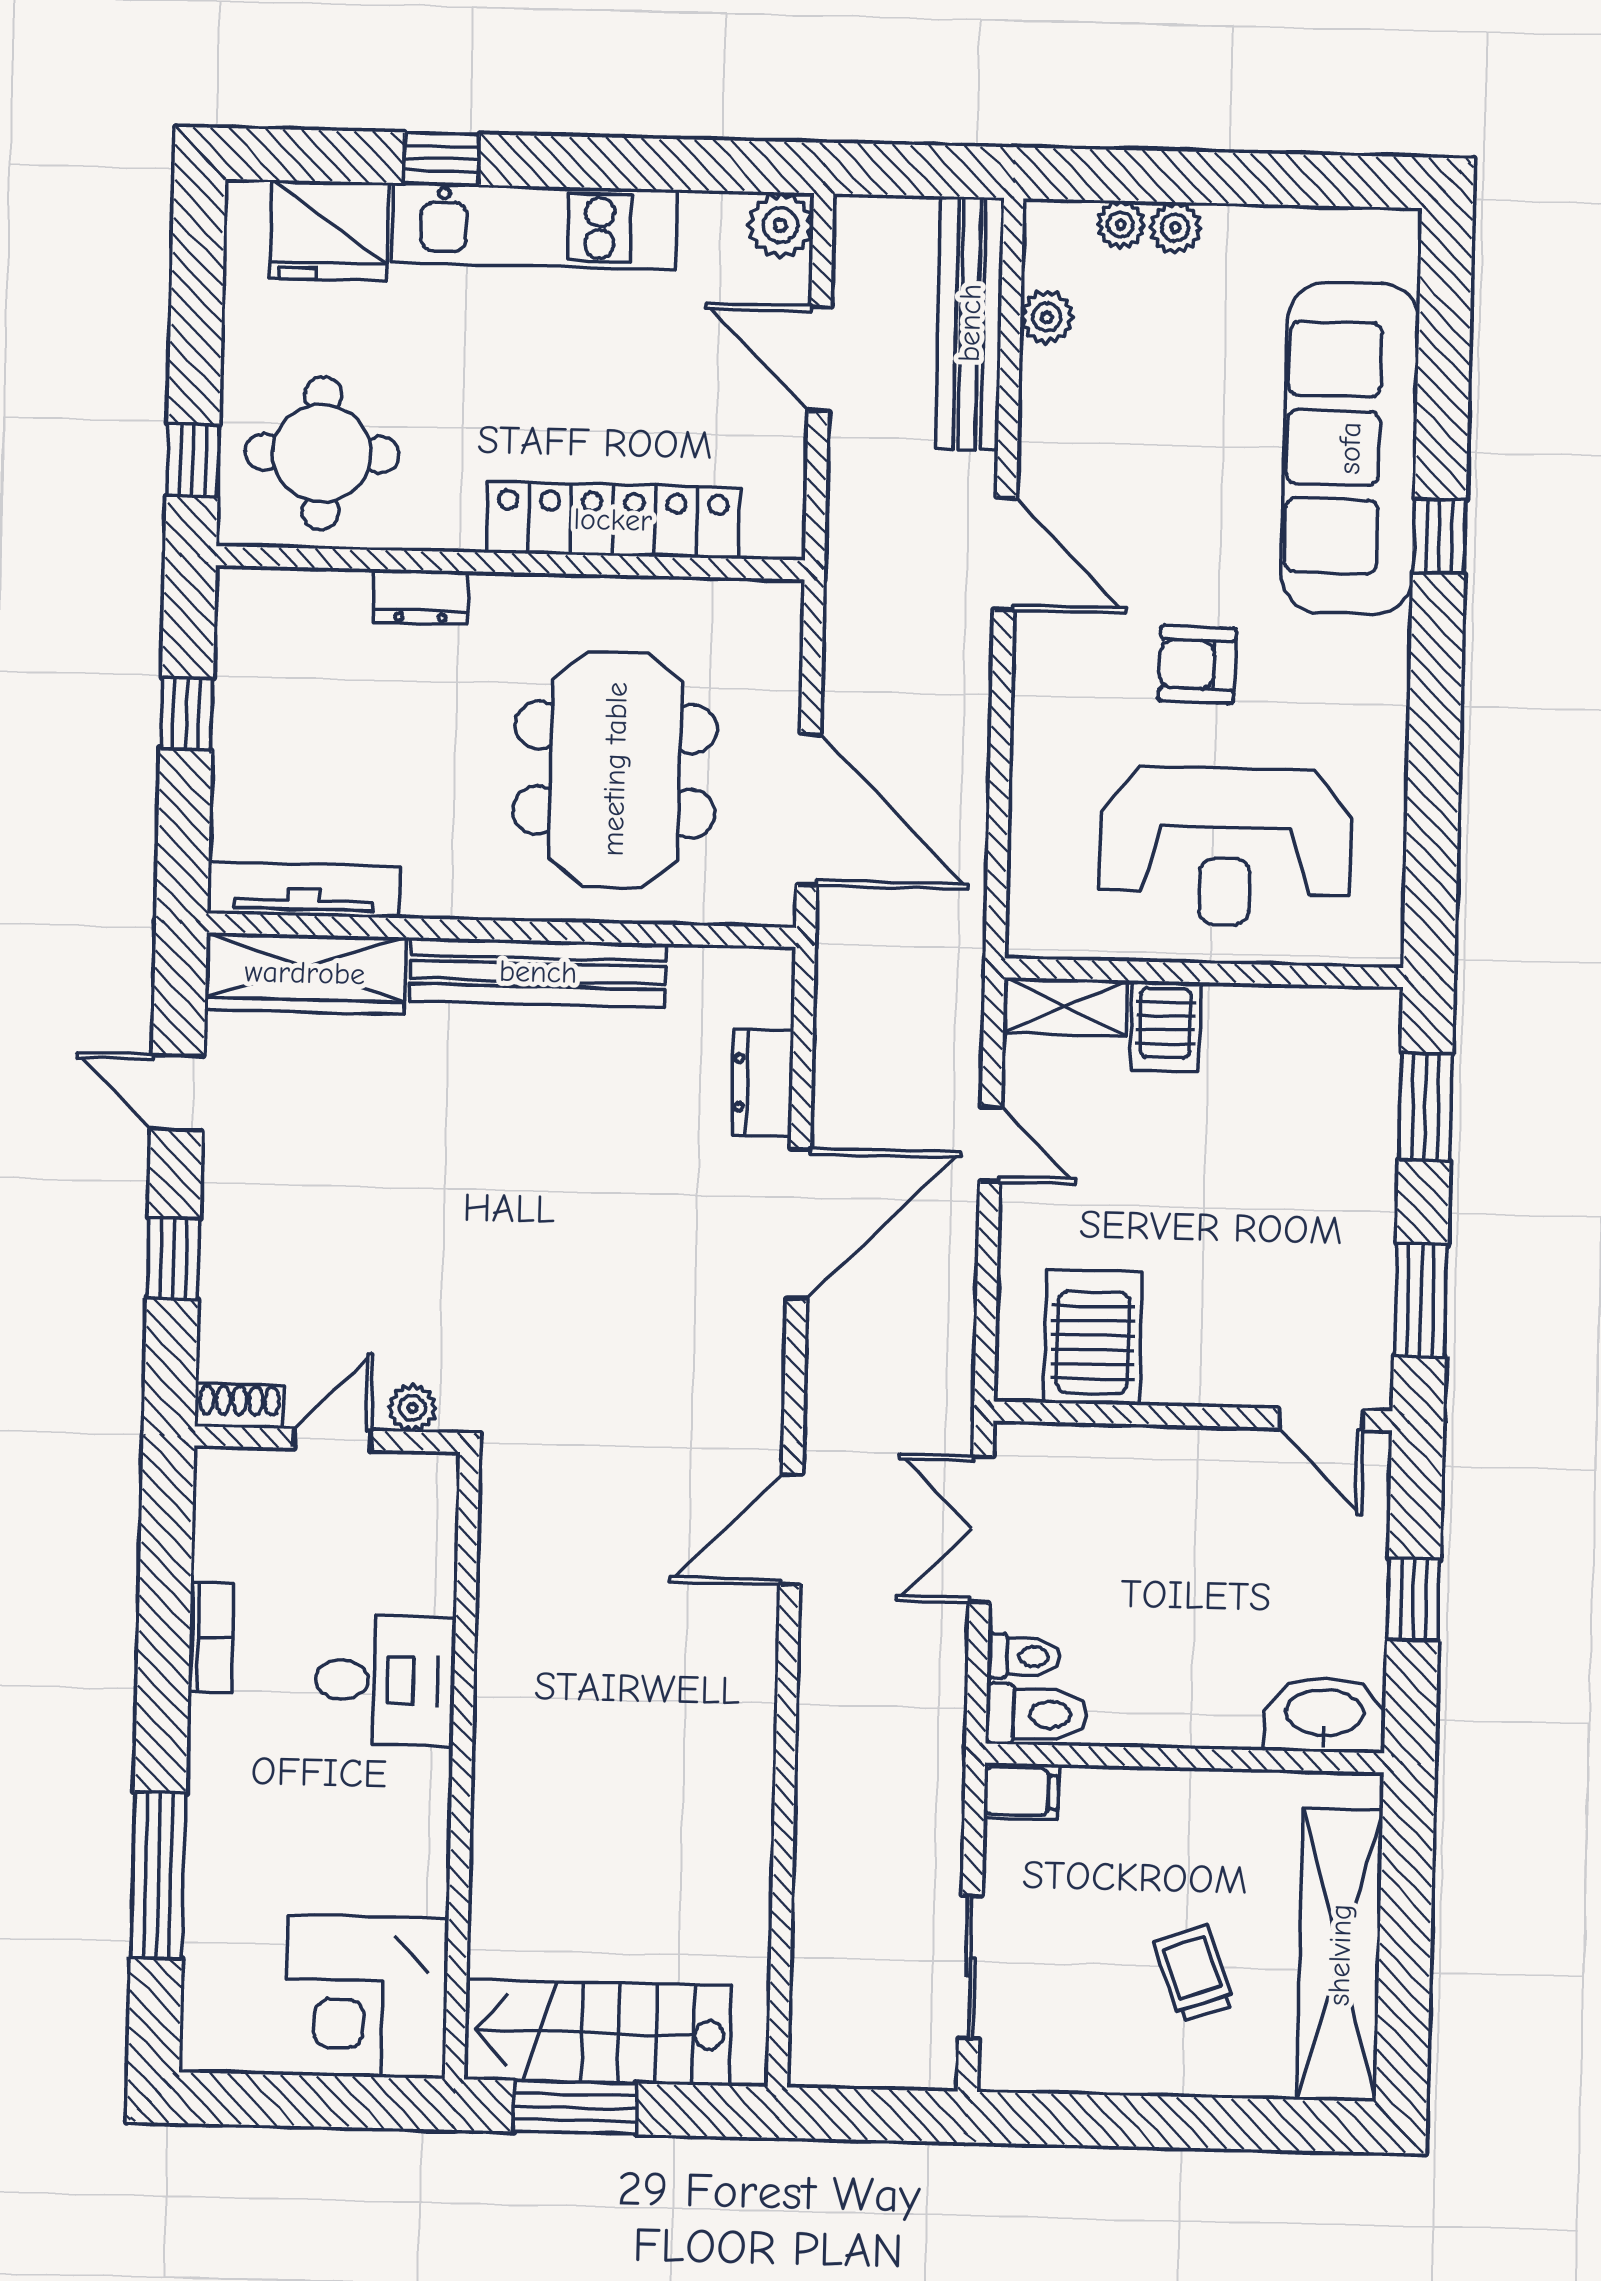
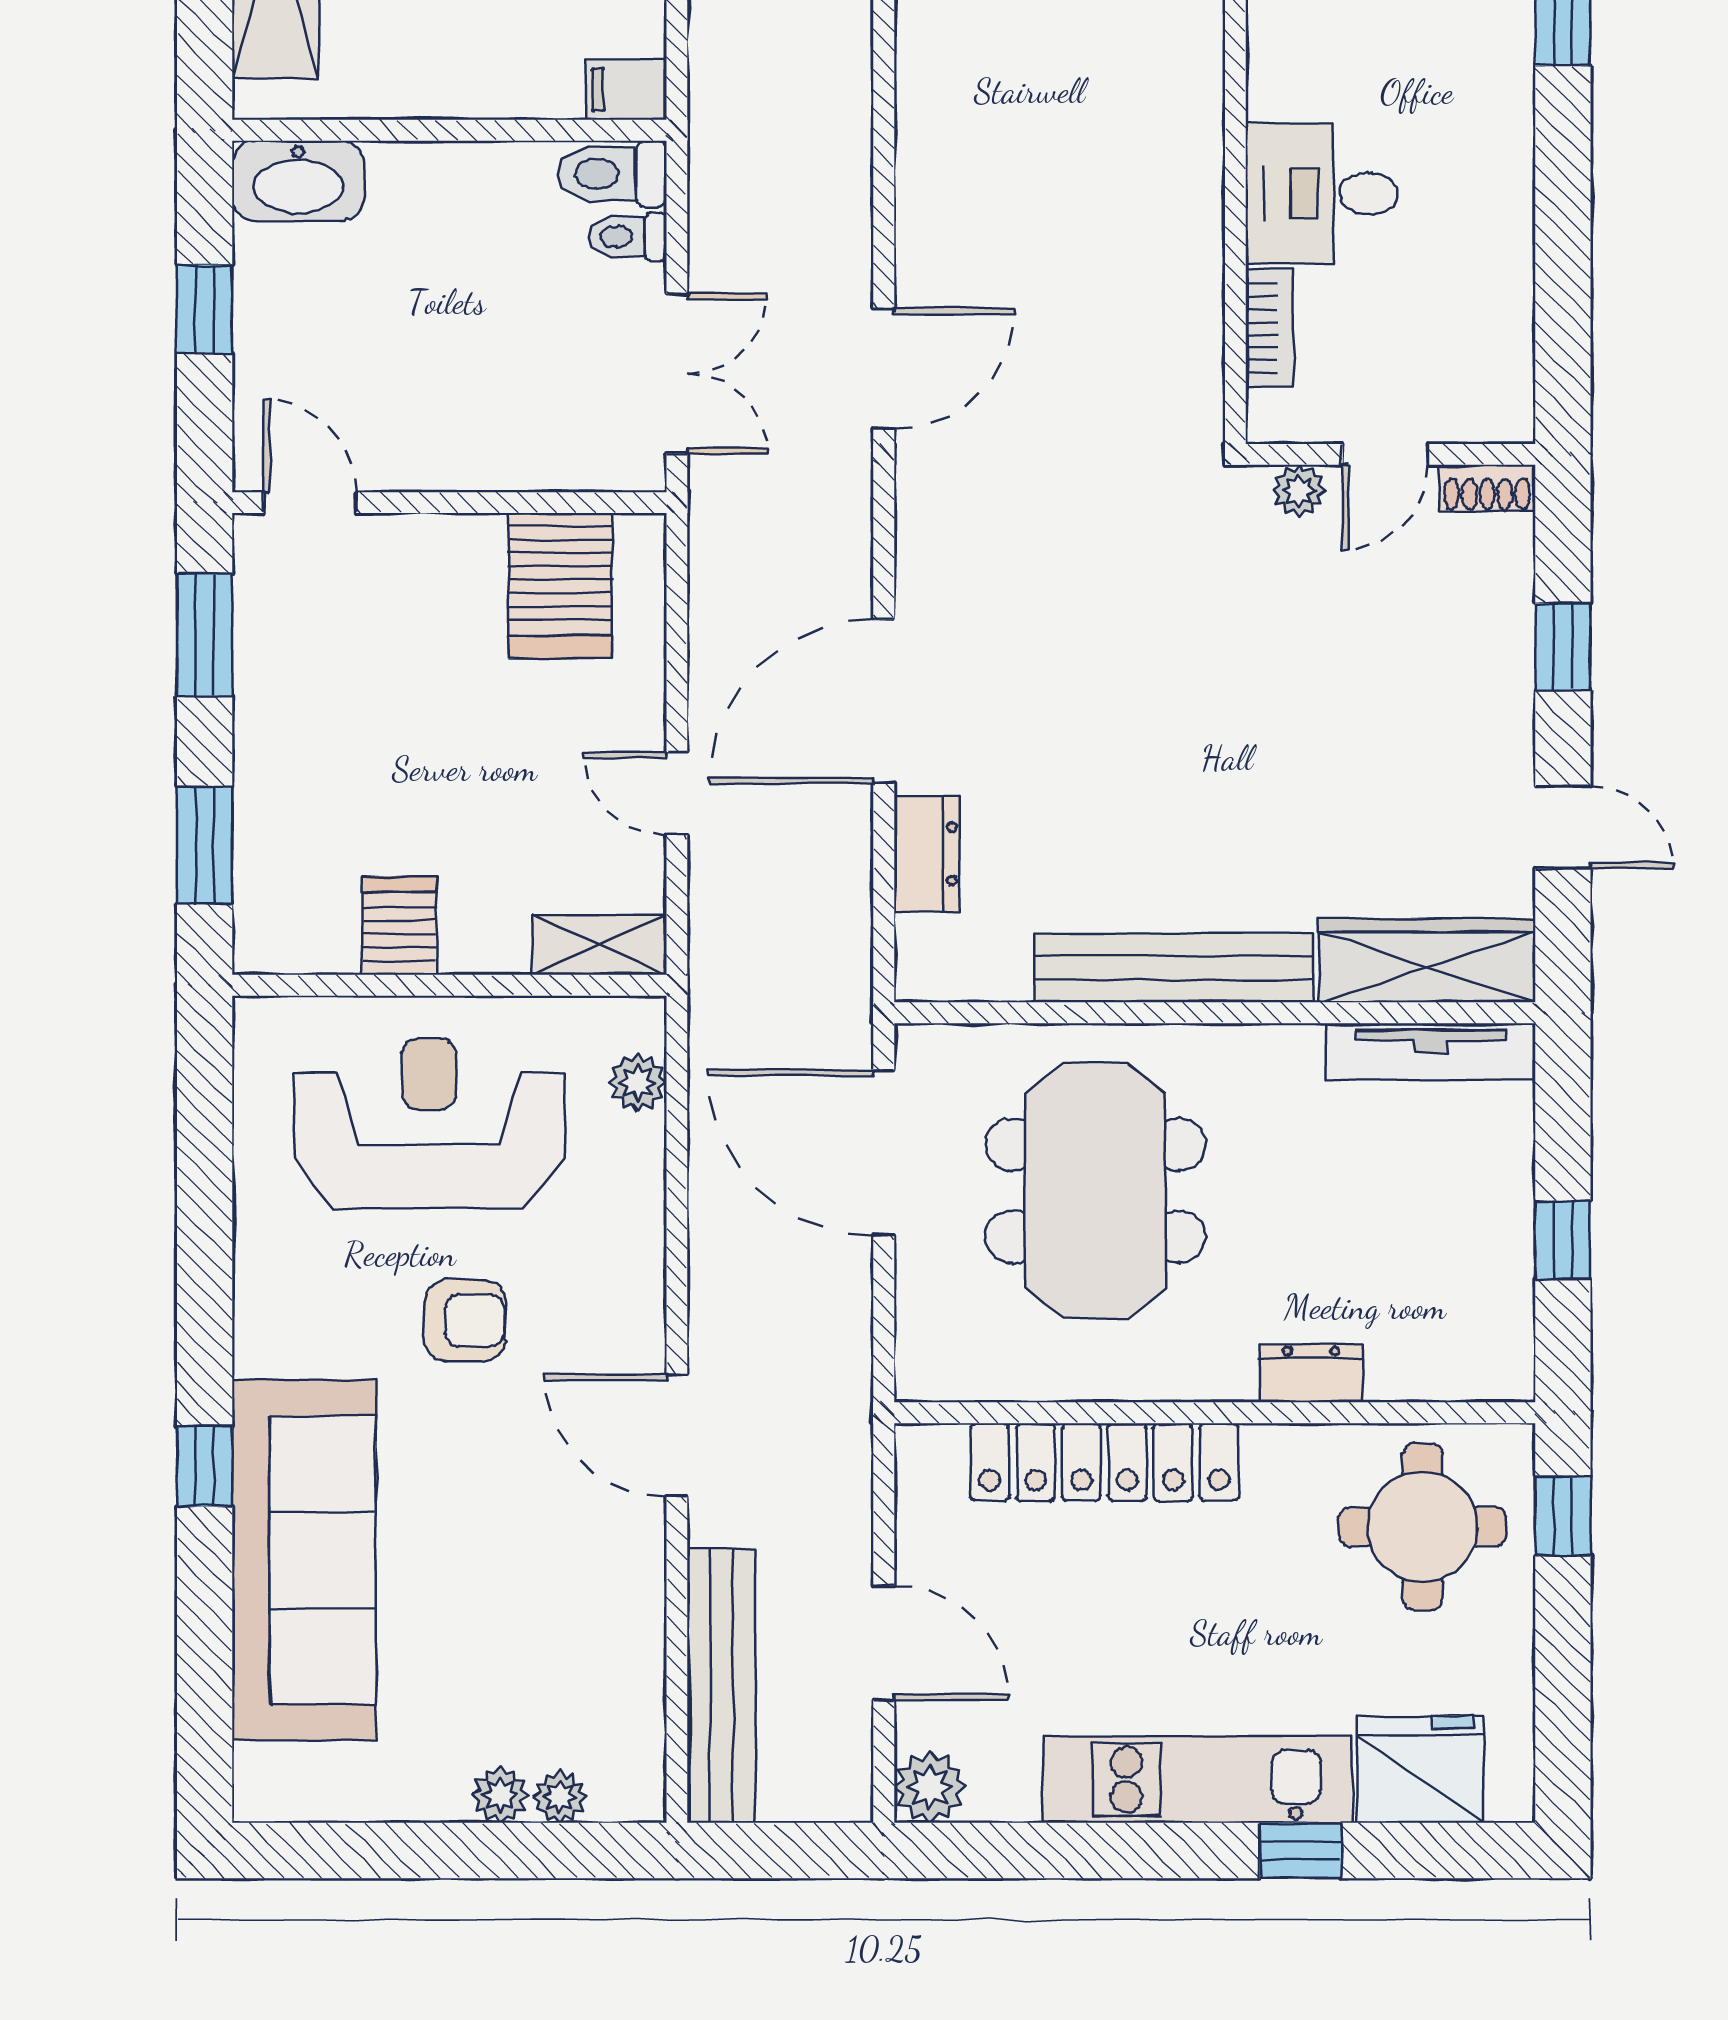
plant: (1047, 317) -> (638, 1083), moved
server rack: (1165, 1026) -> (399, 926), moved
bookcase: (211, 1637) -> (1269, 328), moved, turned 180

